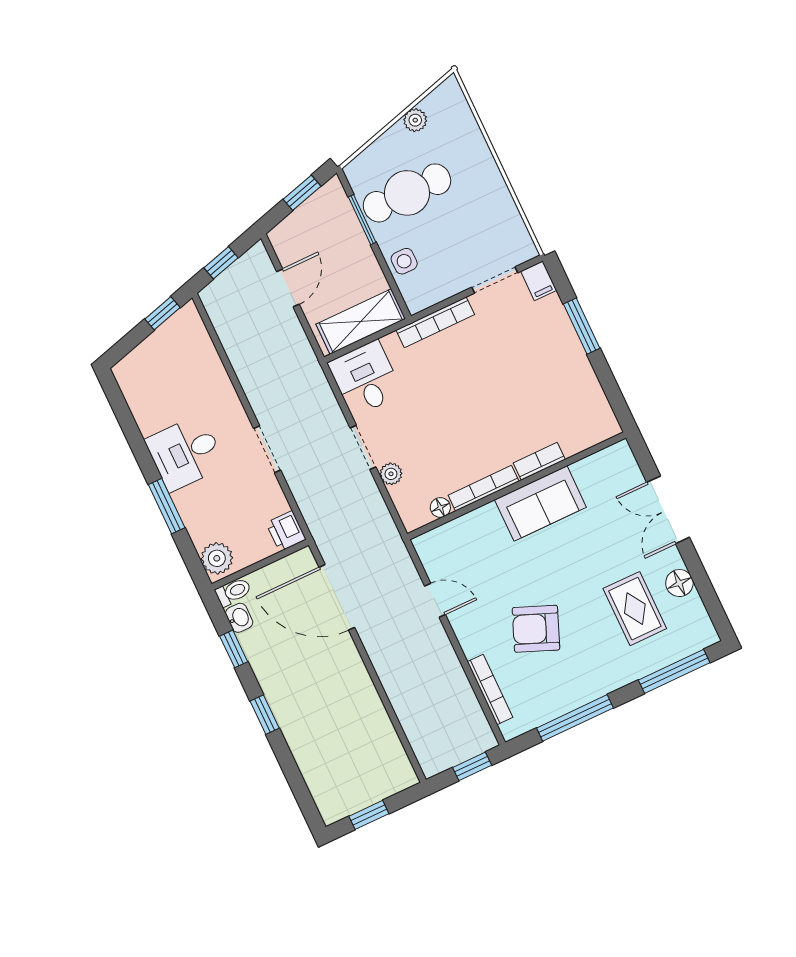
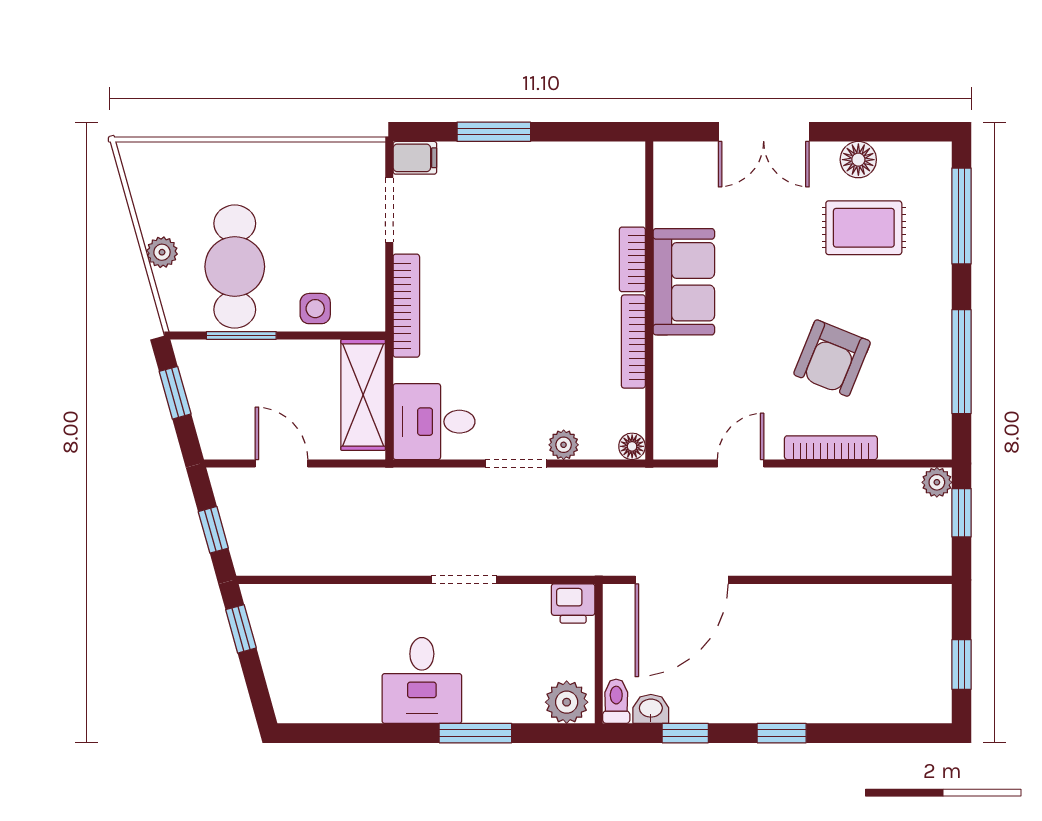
plant: (415, 120) -> (162, 252), moved
floor lamp: (440, 507) -> (632, 446), moved
bookcase: (490, 689) -> (831, 448), moved
plant: (485, 740) -> (937, 482), added

